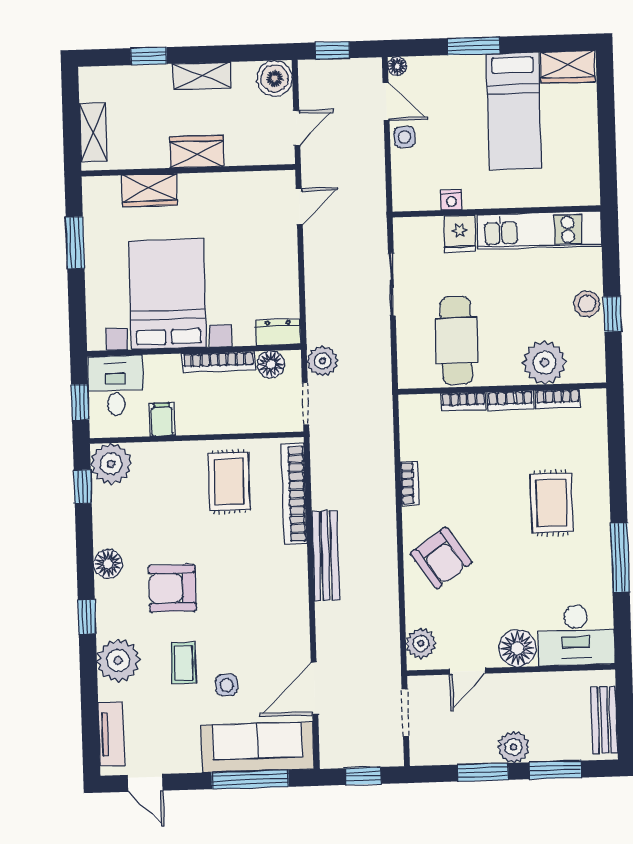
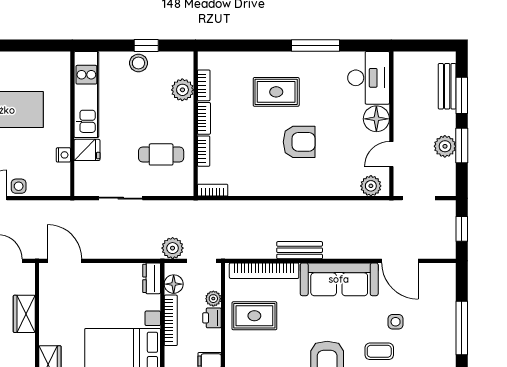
wardrobe: (197, 152) -> (24, 314), moved
door: (299, 207) -> (65, 261), width x1.38
cafe table: (456, 340) -> (161, 154), width x0.73, depth x0.74
plant: (544, 363) -> (182, 90), width x0.73, depth x0.73
printer: (224, 421) -> (212, 318), added
plant: (252, 422) -> (213, 299), added
bookcase: (410, 483) -> (213, 190), moved
bench: (326, 556) -> (300, 250), width x0.73
armchair: (441, 558) -> (299, 142), moved, turned 35
door: (467, 671) -> (391, 154), swing flipped
bench: (604, 720) -> (447, 86), moved, turned 90
sofa: (257, 747) -> (339, 279), moved, turned -90
plant: (514, 747) -> (445, 146), moved
window: (250, 780) -> (462, 328), moved

